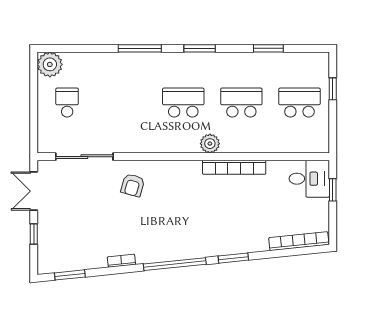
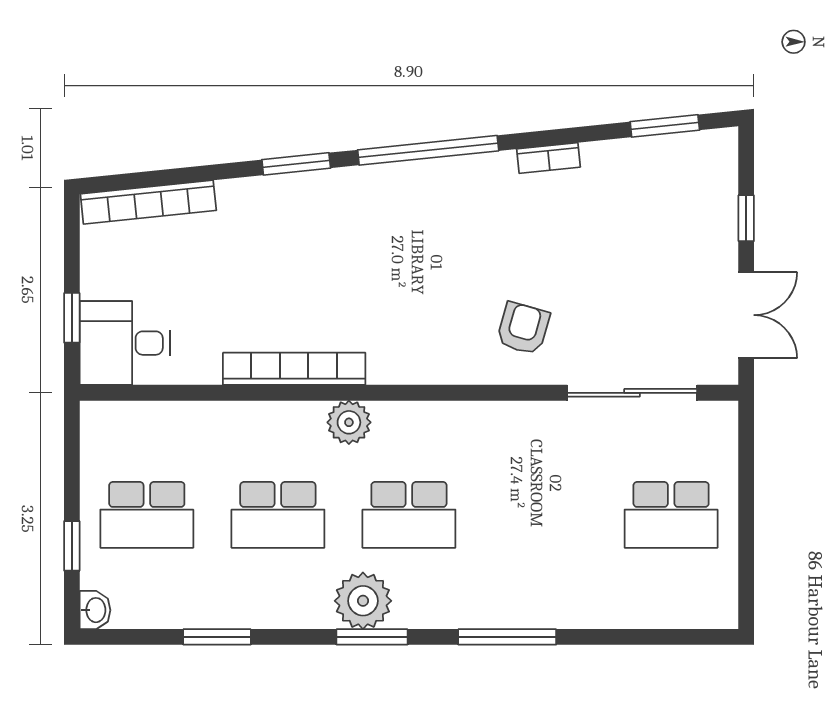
washbasin: (322, 60) -> (95, 610), added
plant: (50, 64) -> (363, 601), moved
school desk: (67, 103) -> (671, 515), width x1.85

